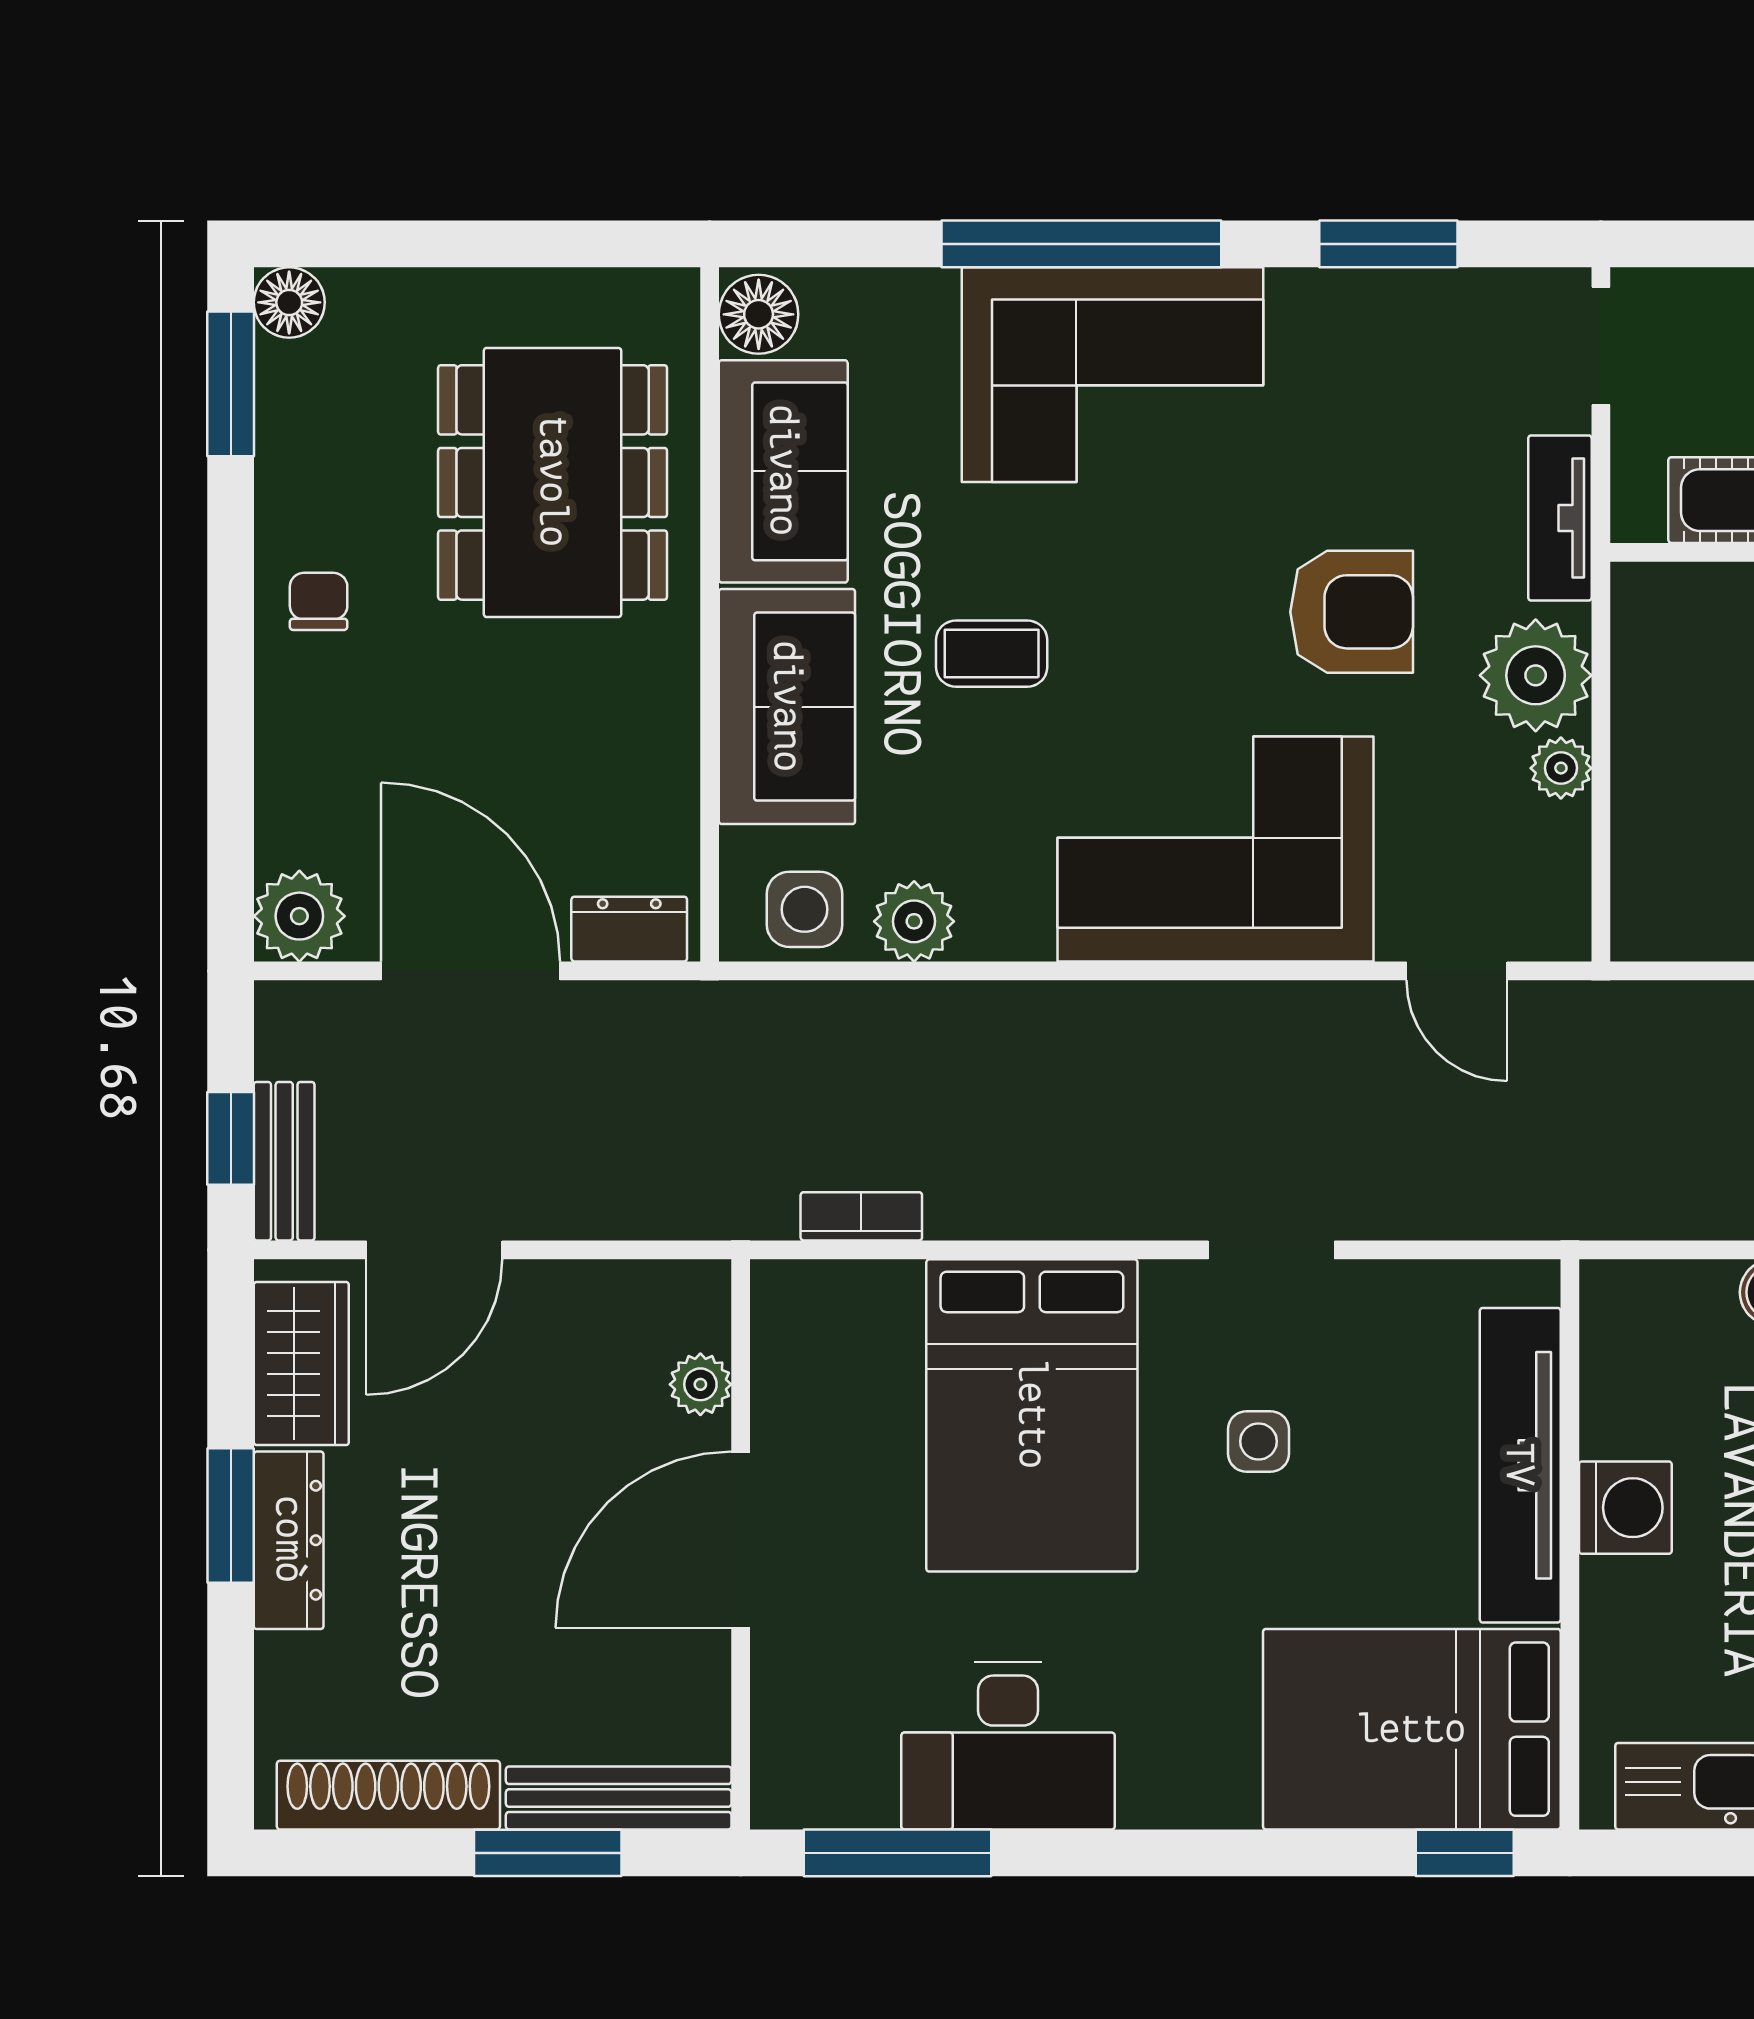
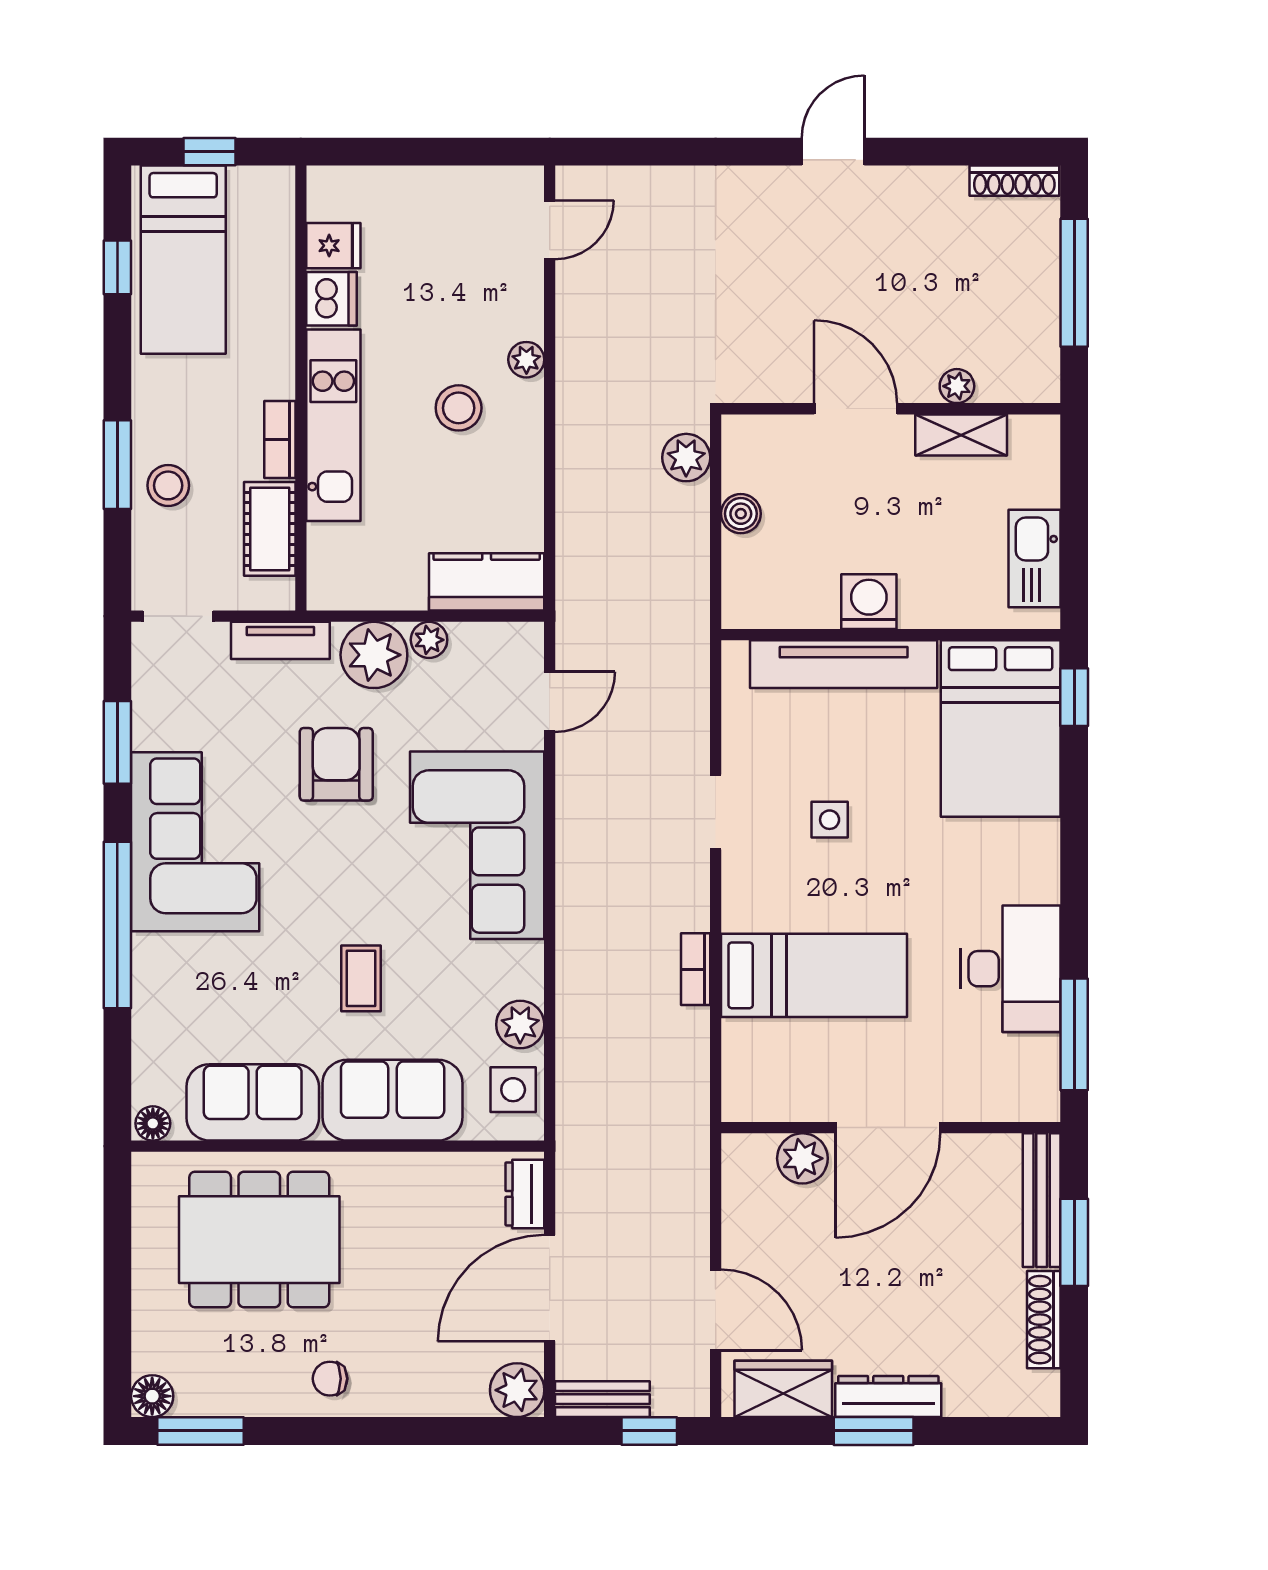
floor lamp: (759, 314) -> (153, 1123), width x0.73, depth x0.73
corner sofa: (1113, 375) -> (195, 842), moved
kitchen counter: (1658, 865) -> (487, 582), added
bench: (284, 1161) -> (602, 1399), moved
bookcase: (861, 1216) -> (696, 969), moved
plant: (700, 1384) -> (802, 1158), width x1.38, depth x1.38
bed: (1032, 1415) -> (814, 975), width x0.67
door: (741, 1540) -> (888, 1128), hinge flipped
shoe rack: (388, 1795) -> (1044, 1320), width x0.74, depth x0.81

